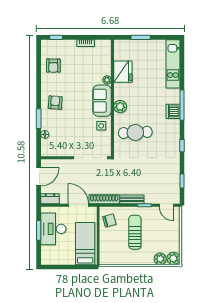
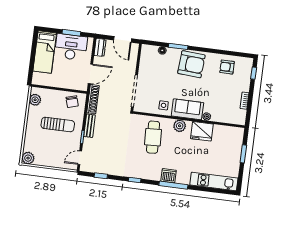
fridge: (123, 72) -> (202, 131), moved
armchair: (55, 103) -> (191, 64), width x1.88, depth x1.88
bed: (85, 244) -> (45, 52), moved, turned 90
plant: (160, 259) -> (35, 100), moved

